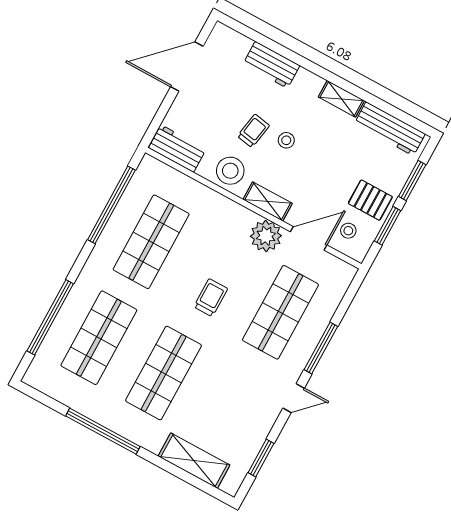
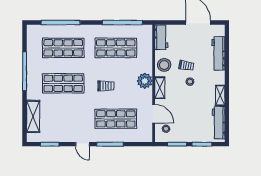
workbench: (271, 65) -> (218, 53), width x1.38
pallet: (370, 200) -> (184, 131), removed
plant: (266, 236) -> (145, 81), moved

